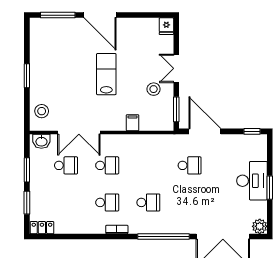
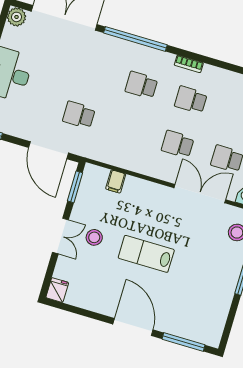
lab bench: (106, 74) -> (146, 254), turned 90
stool: (154, 89) -> (94, 237), moved
filing cabinet: (133, 123) -> (116, 181), moved

